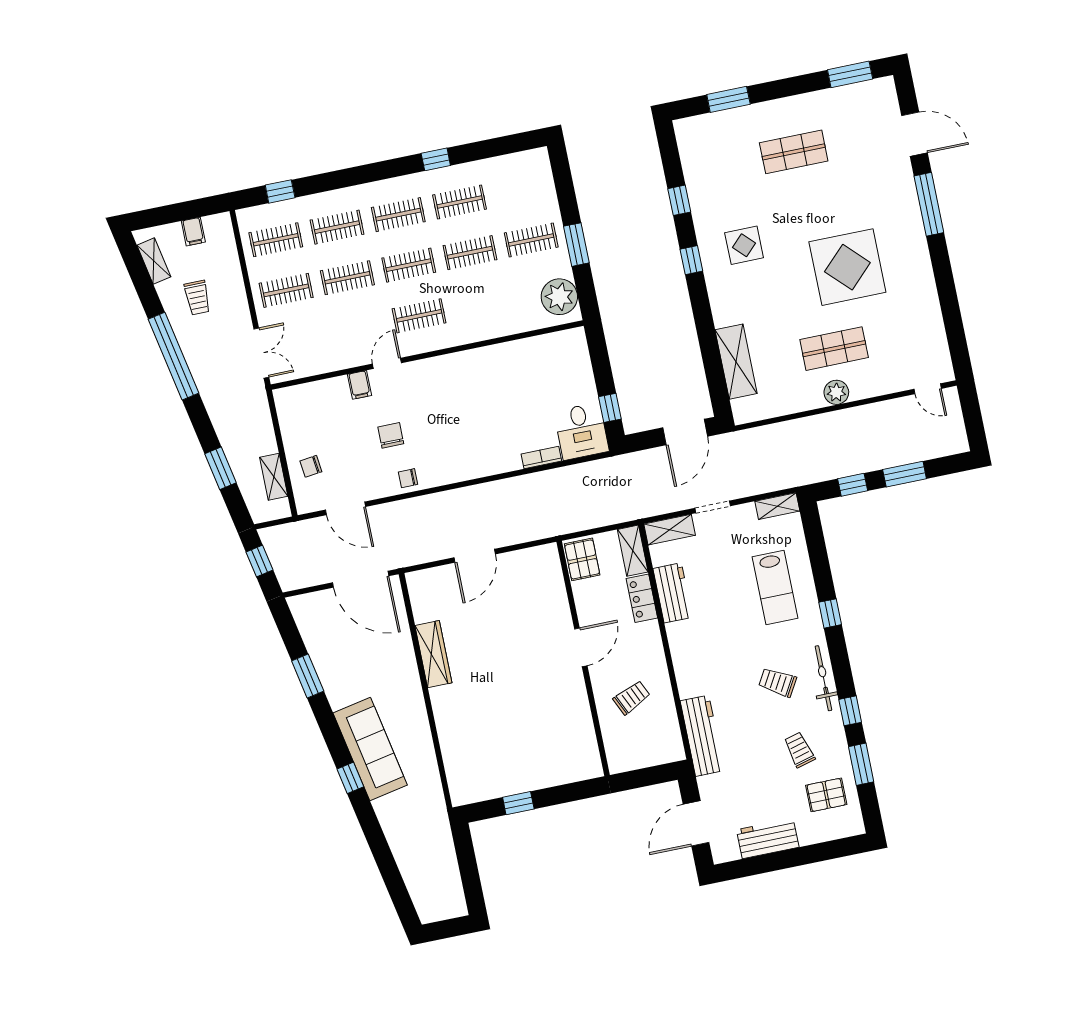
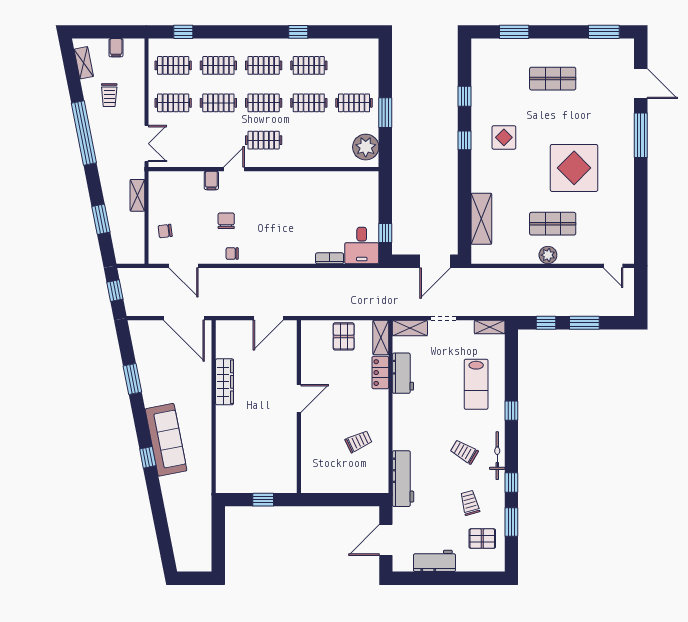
shelving: (274, 477) -> (137, 195), moved
door: (581, 647) -> (299, 398), moved
wall: (583, 658) -> (299, 407), moved

